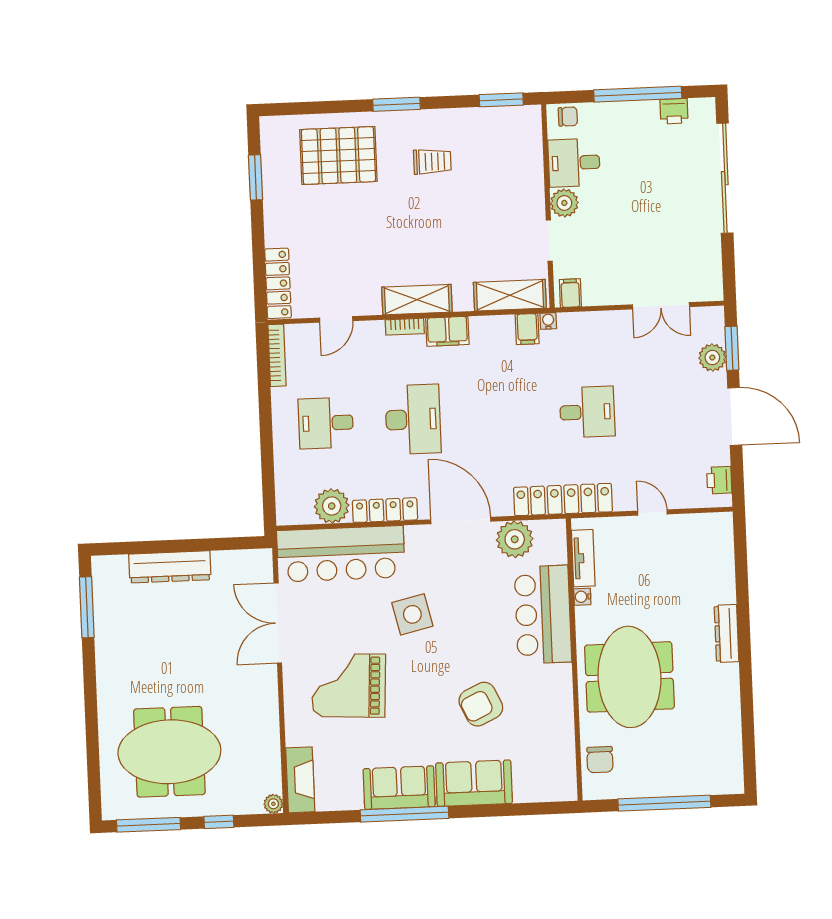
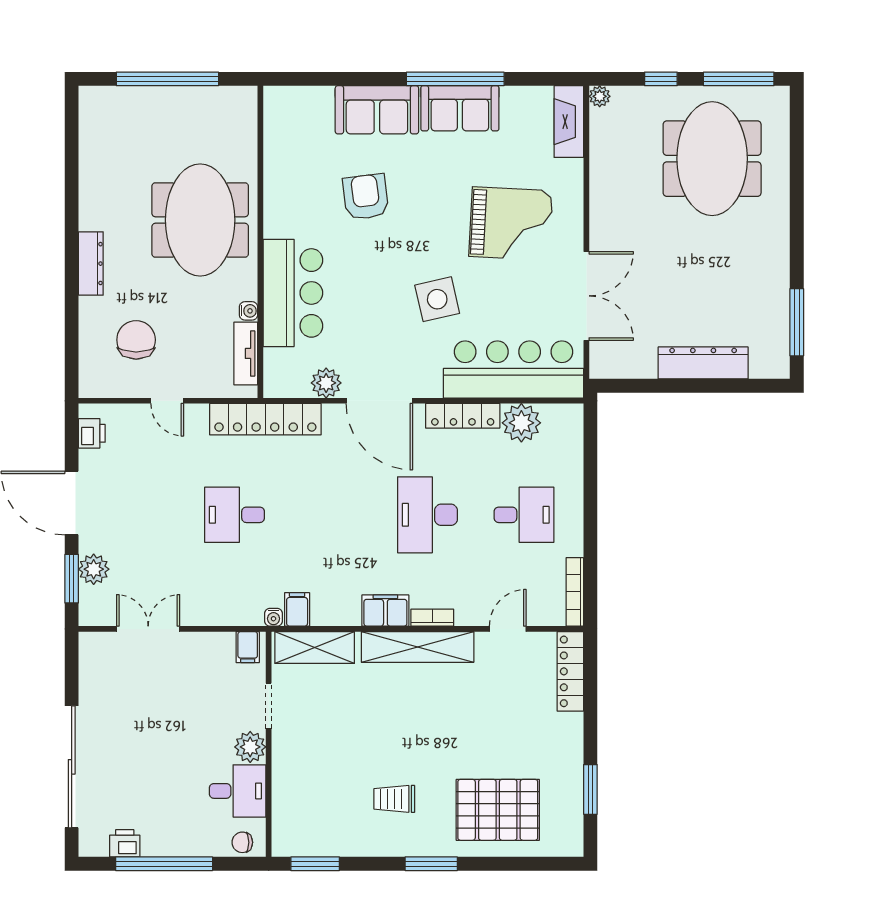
shelving: (417, 300) -> (418, 647), width x1.47
plant: (515, 539) -> (326, 383), width x0.73, depth x0.73
armchair: (481, 704) -> (366, 197), turned -72
meeting table: (169, 752) -> (712, 159), turned 90
chair: (600, 760) -> (136, 340), moved, width x1.37, depth x1.37

